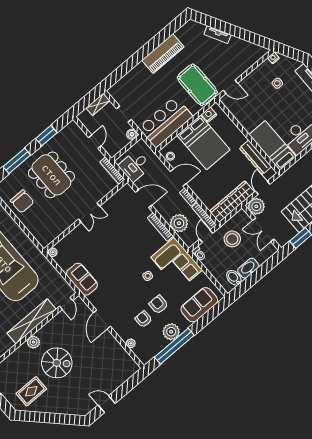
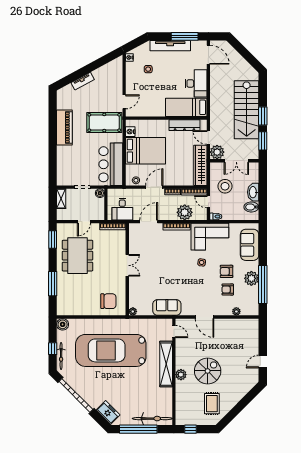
window: (46, 136) -> (53, 239), moved
door: (95, 142) -> (84, 222), swing flipped
dining table: (51, 175) -> (77, 256), moved, turned 90
chair: (22, 201) -> (108, 301), moved

